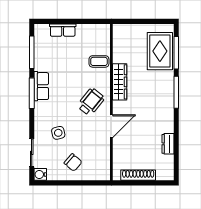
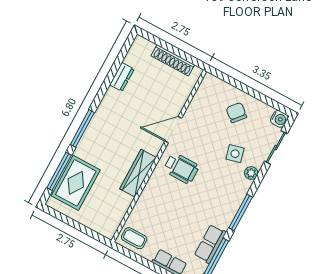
coffee table: (99, 61) -> (134, 238), moved
row of seats: (41, 86) -> (210, 244), moved
wheelchair: (91, 102) -> (181, 168), turned -129
plant: (39, 125) -> (251, 173), added

